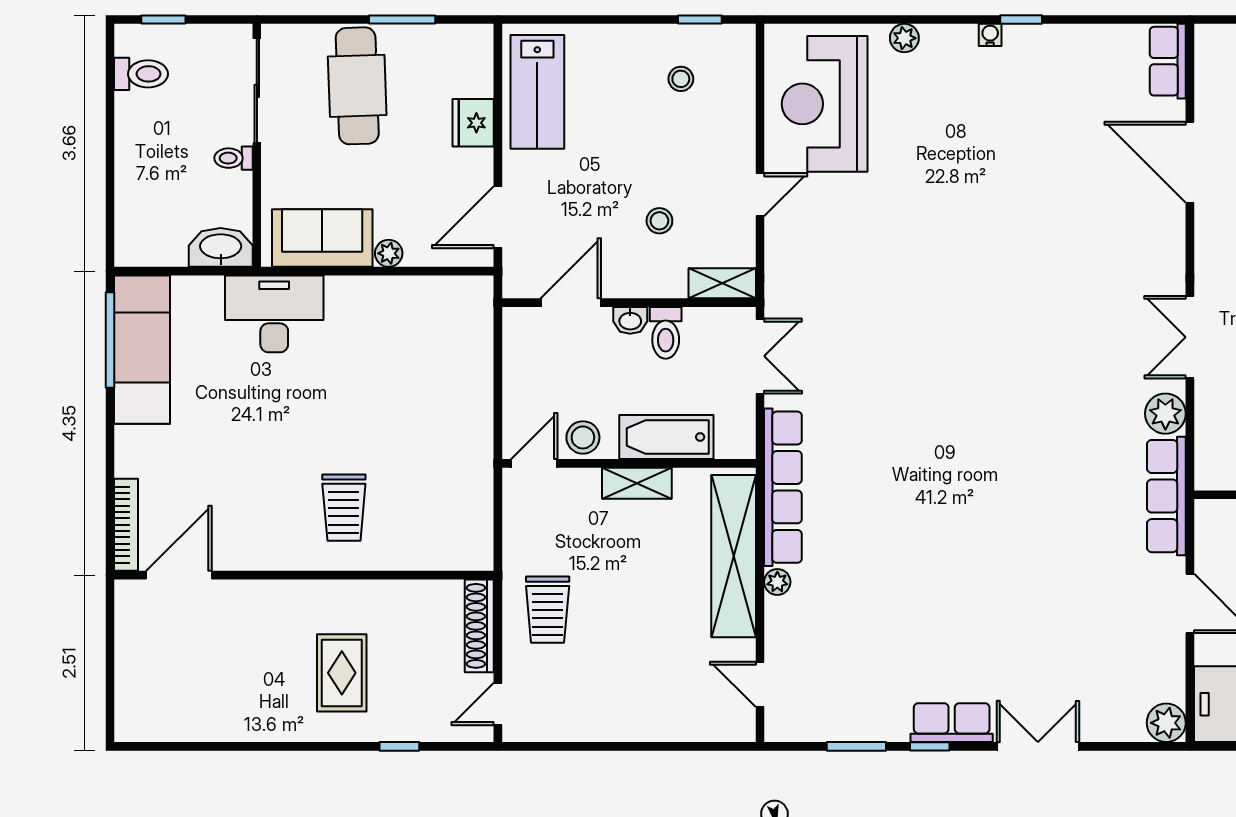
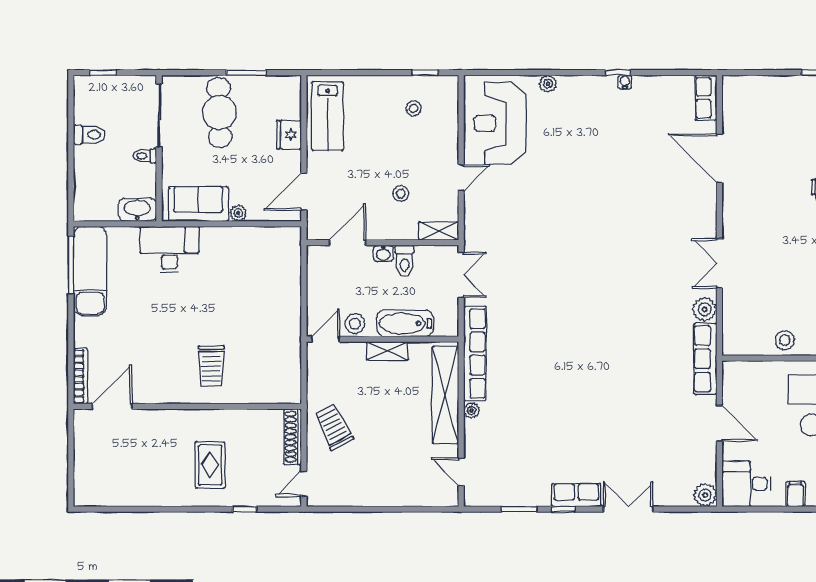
water cooler: (990, 35) -> (625, 82), moved
toilet: (141, 74) -> (89, 135), moved
trolley: (548, 610) -> (334, 427), turned 153

